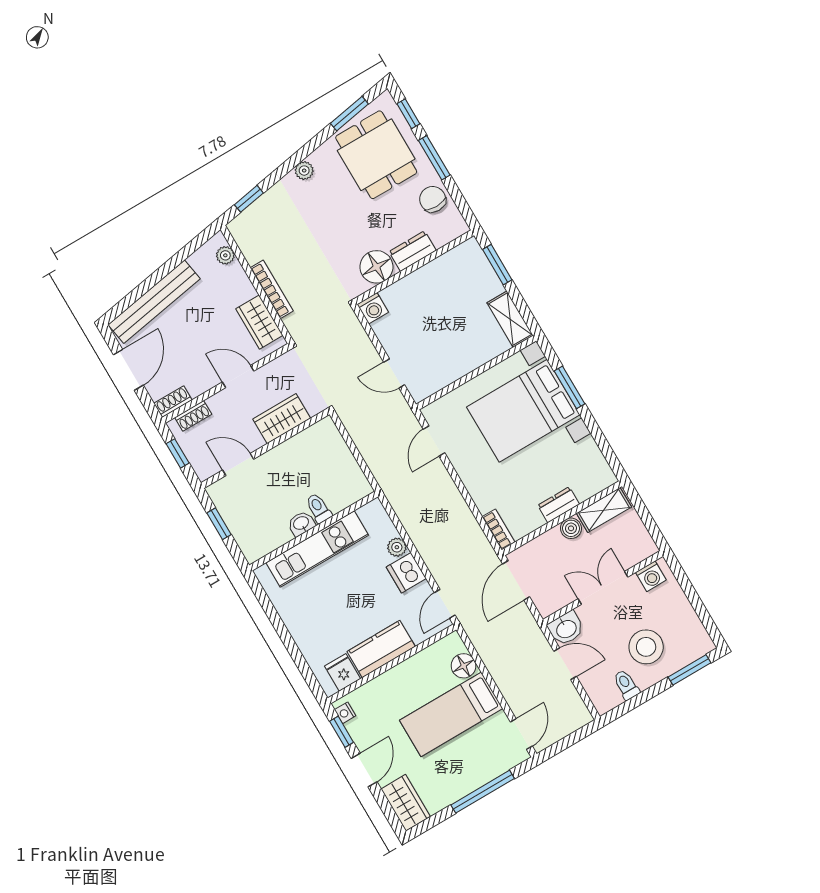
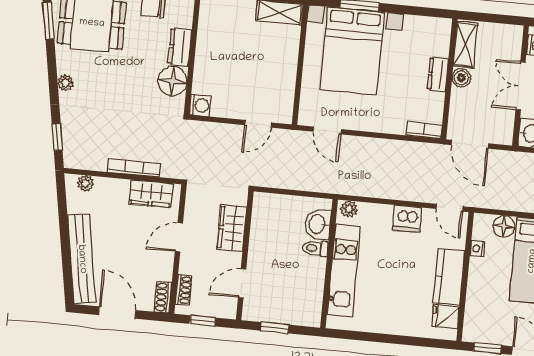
washbasin: (301, 524) -> (318, 224), moved, width x1.38, depth x1.45
plant: (397, 547) -> (349, 209), moved
nightstand: (345, 713) -> (477, 249), moved, turned 90

